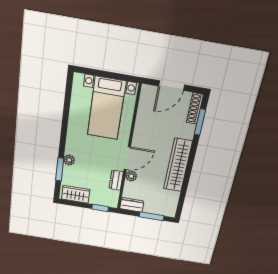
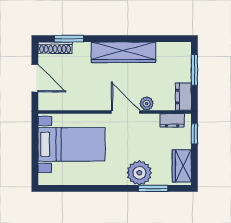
plant: (69, 160) -> (139, 173), width x1.87, depth x1.87
dresser: (116, 180) -> (172, 120), moved

